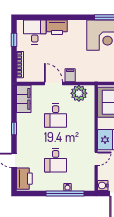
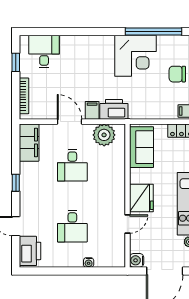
printer: (57, 27) -> (114, 109), moved, turned 180
window: (65, 193) -> (85, 271), removed

